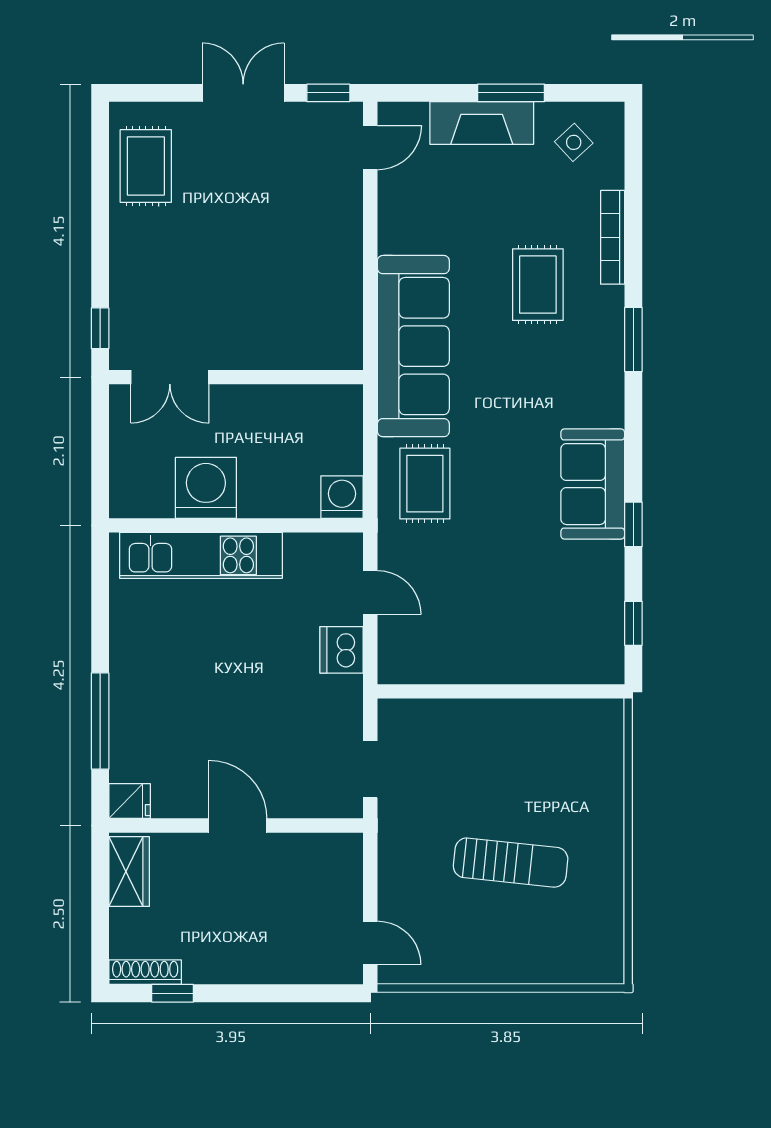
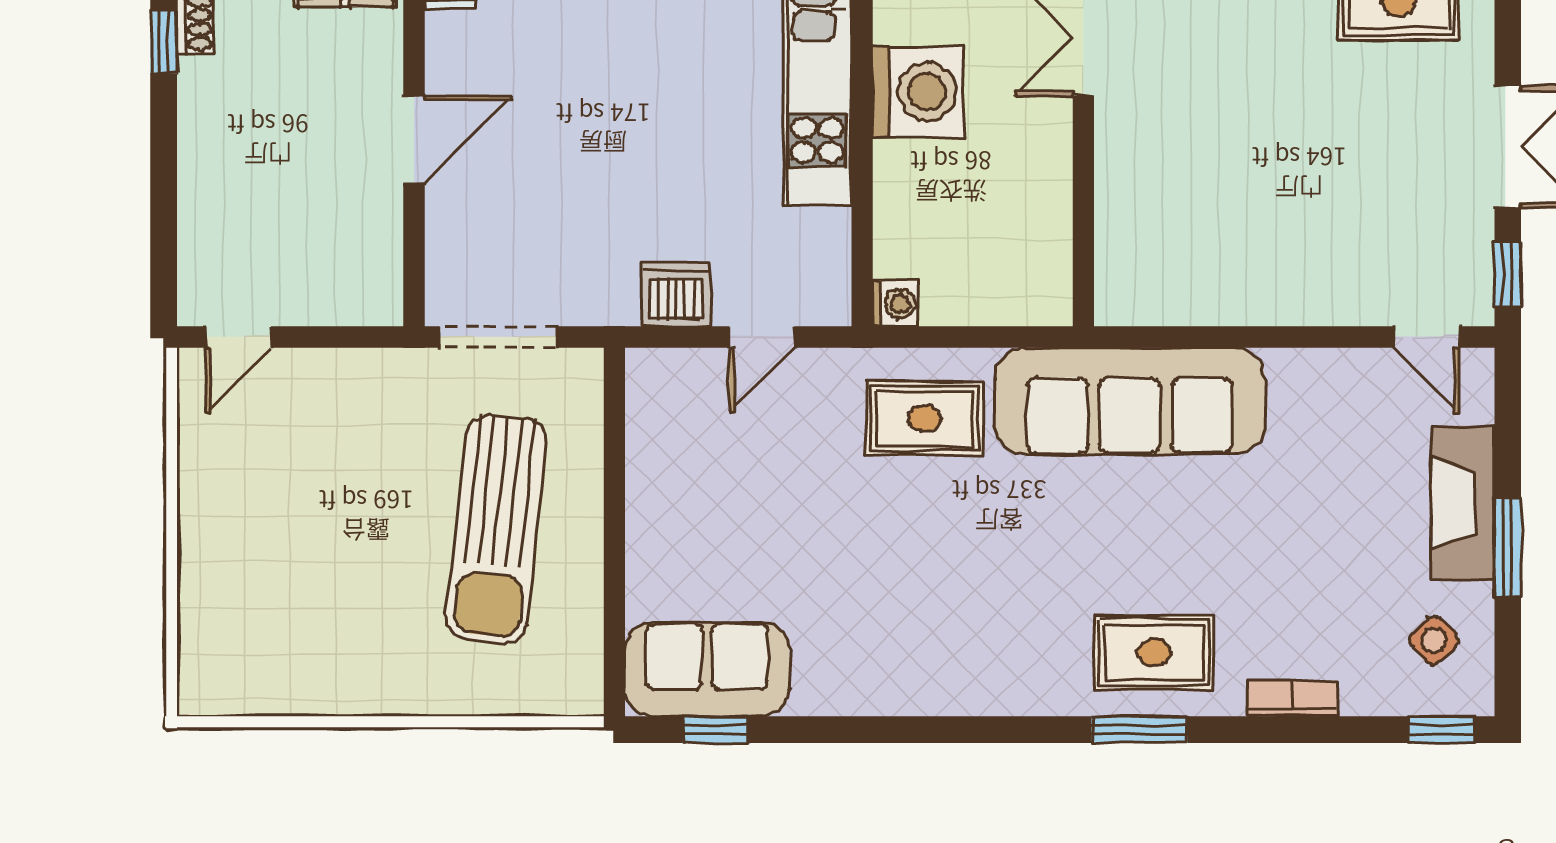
bookcase: (613, 237) -> (1292, 699), width x0.64
rug: (538, 285) -> (1154, 653), moved
sofa: (593, 484) -> (707, 669), moved
washing machine: (342, 497) -> (896, 303), width x0.73, depth x0.73
window: (633, 524) -> (1441, 730), moved
doorway: (370, 769) -> (498, 337), width x1.38
sun lounger: (511, 863) -> (496, 529), moved, width x1.36, depth x1.34

